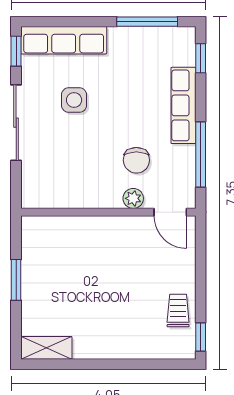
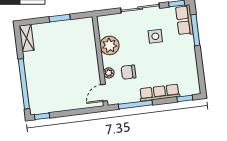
window: (147, 22) -> (195, 30), moved
row of seats: (64, 40) -> (184, 20), width x0.68
plant: (81, 190) -> (110, 45), added
trolley: (178, 311) -> (54, 103), removed
window: (134, 364) -> (24, 84), added

